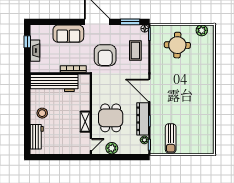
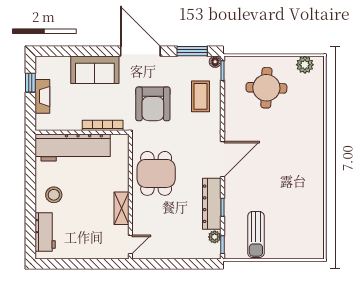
door: (149, 90) -> (222, 159), swing flipped
dining table: (111, 118) -> (156, 173), moved
plant: (112, 148) -> (163, 250), removed

